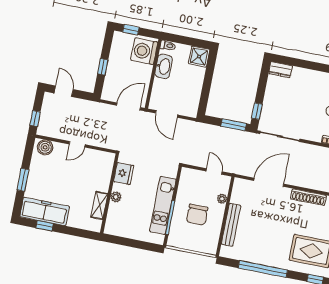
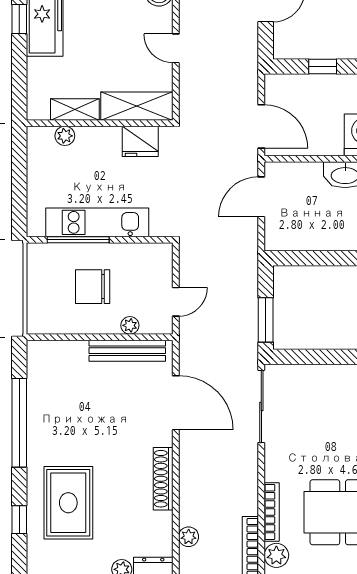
window: (257, 111) -> (298, 357), removed
shelving: (104, 172) -> (137, 106), added
plant: (116, 197) -> (65, 136), moved
bench: (231, 225) -> (127, 351), moved

